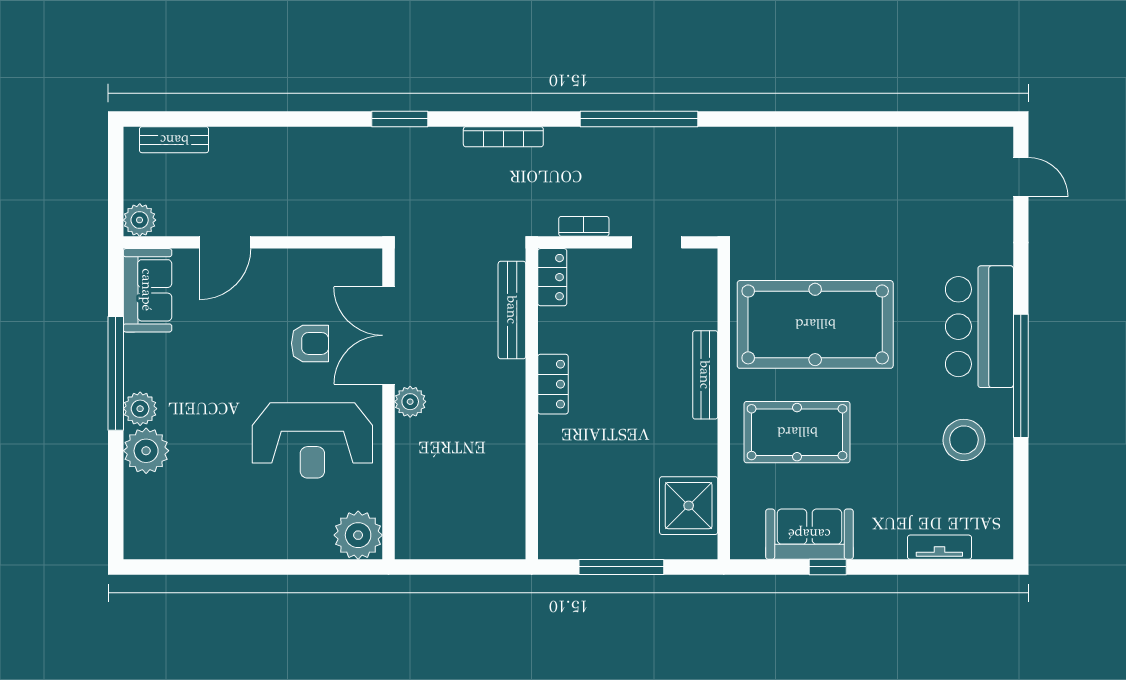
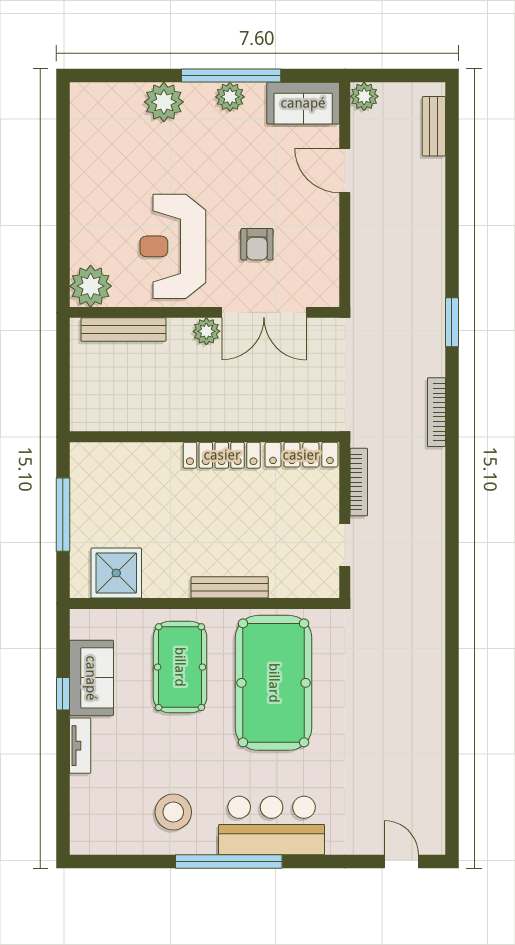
window: (639, 119) -> (452, 530), removed
door: (1021, 177) -> (401, 861), swing flipped
bookcase: (584, 226) -> (359, 482), width x1.56
locker: (552, 277) -> (301, 455), width x1.53
bench: (512, 310) -> (123, 330), moved
double door: (388, 335) -> (264, 312), swing flipped
locker: (553, 384) -> (222, 455), width x1.53
plant: (140, 409) -> (230, 97), moved
tv unit: (939, 547) -> (80, 746), moved

